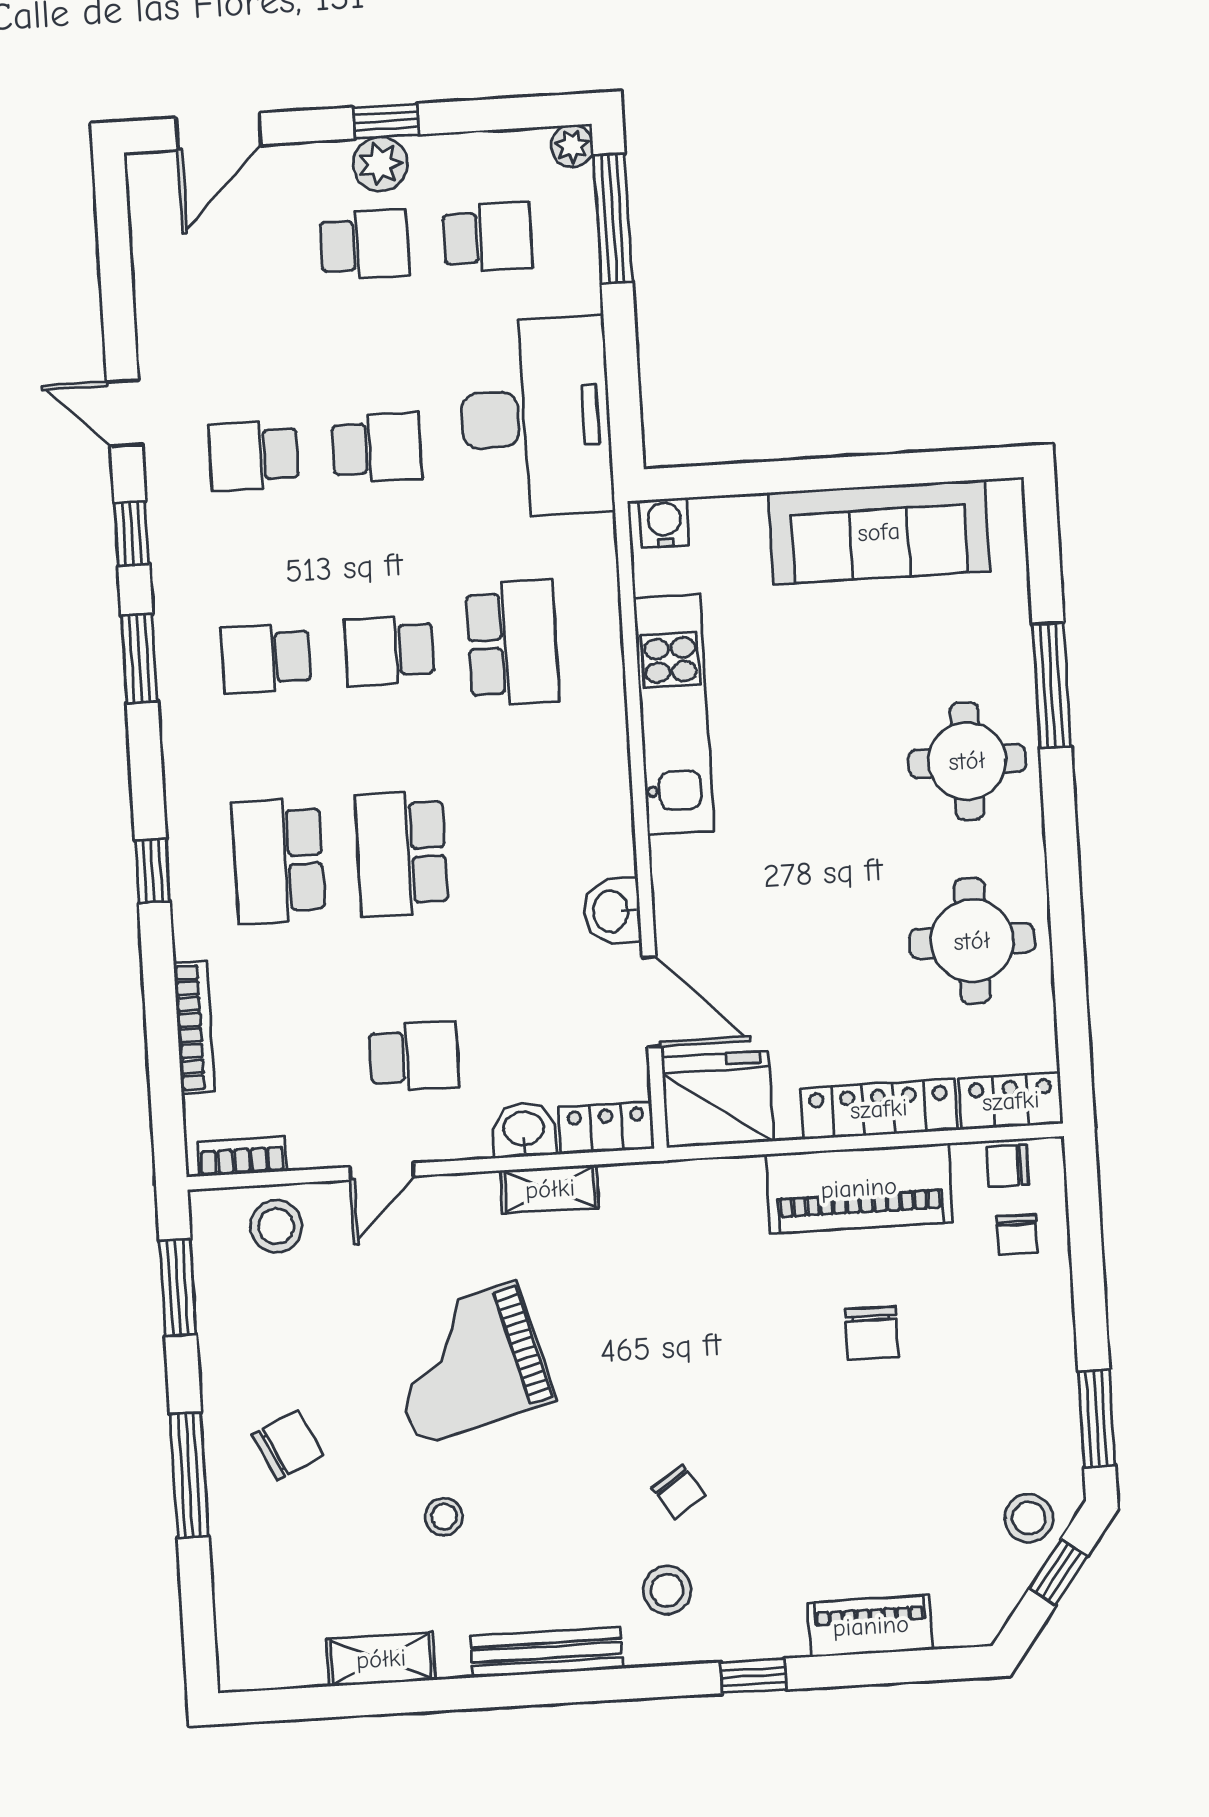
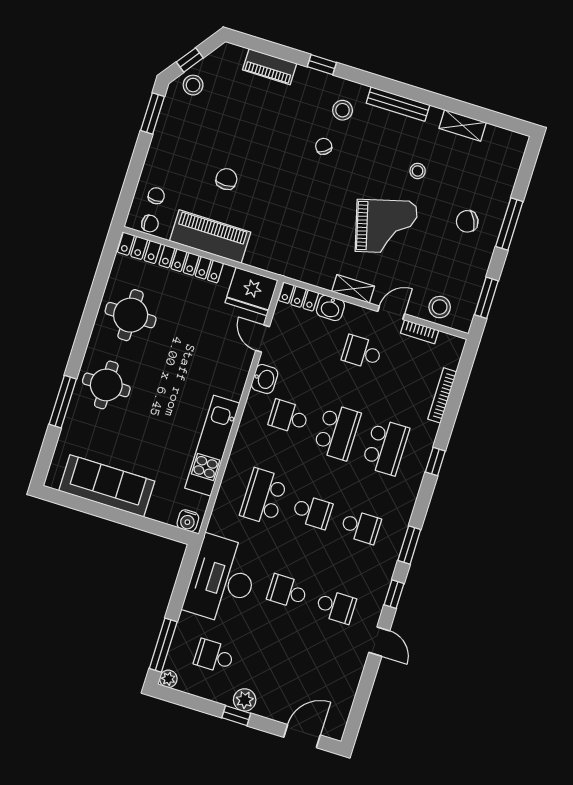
school desk: (364, 245) -> (289, 417), moved
door: (652, 1002) -> (263, 339), width x0.73
bookcase: (242, 1156) -> (420, 332), moved
shelving: (550, 1189) -> (353, 289), moved

